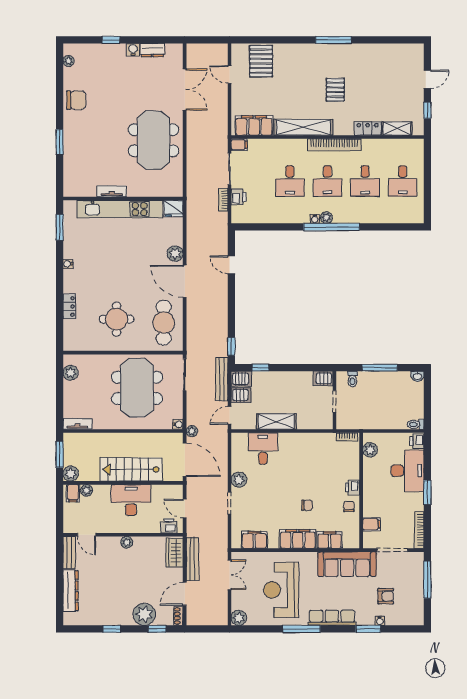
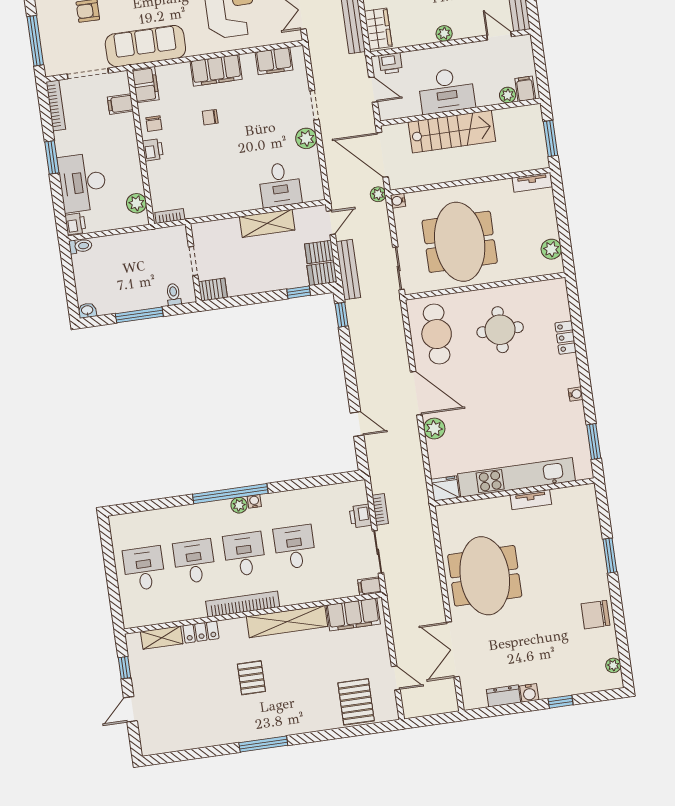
plant: (71, 474) -> (532, 115), removed
filing cabinet: (330, 540) -> (145, 85), moved, turned -90

